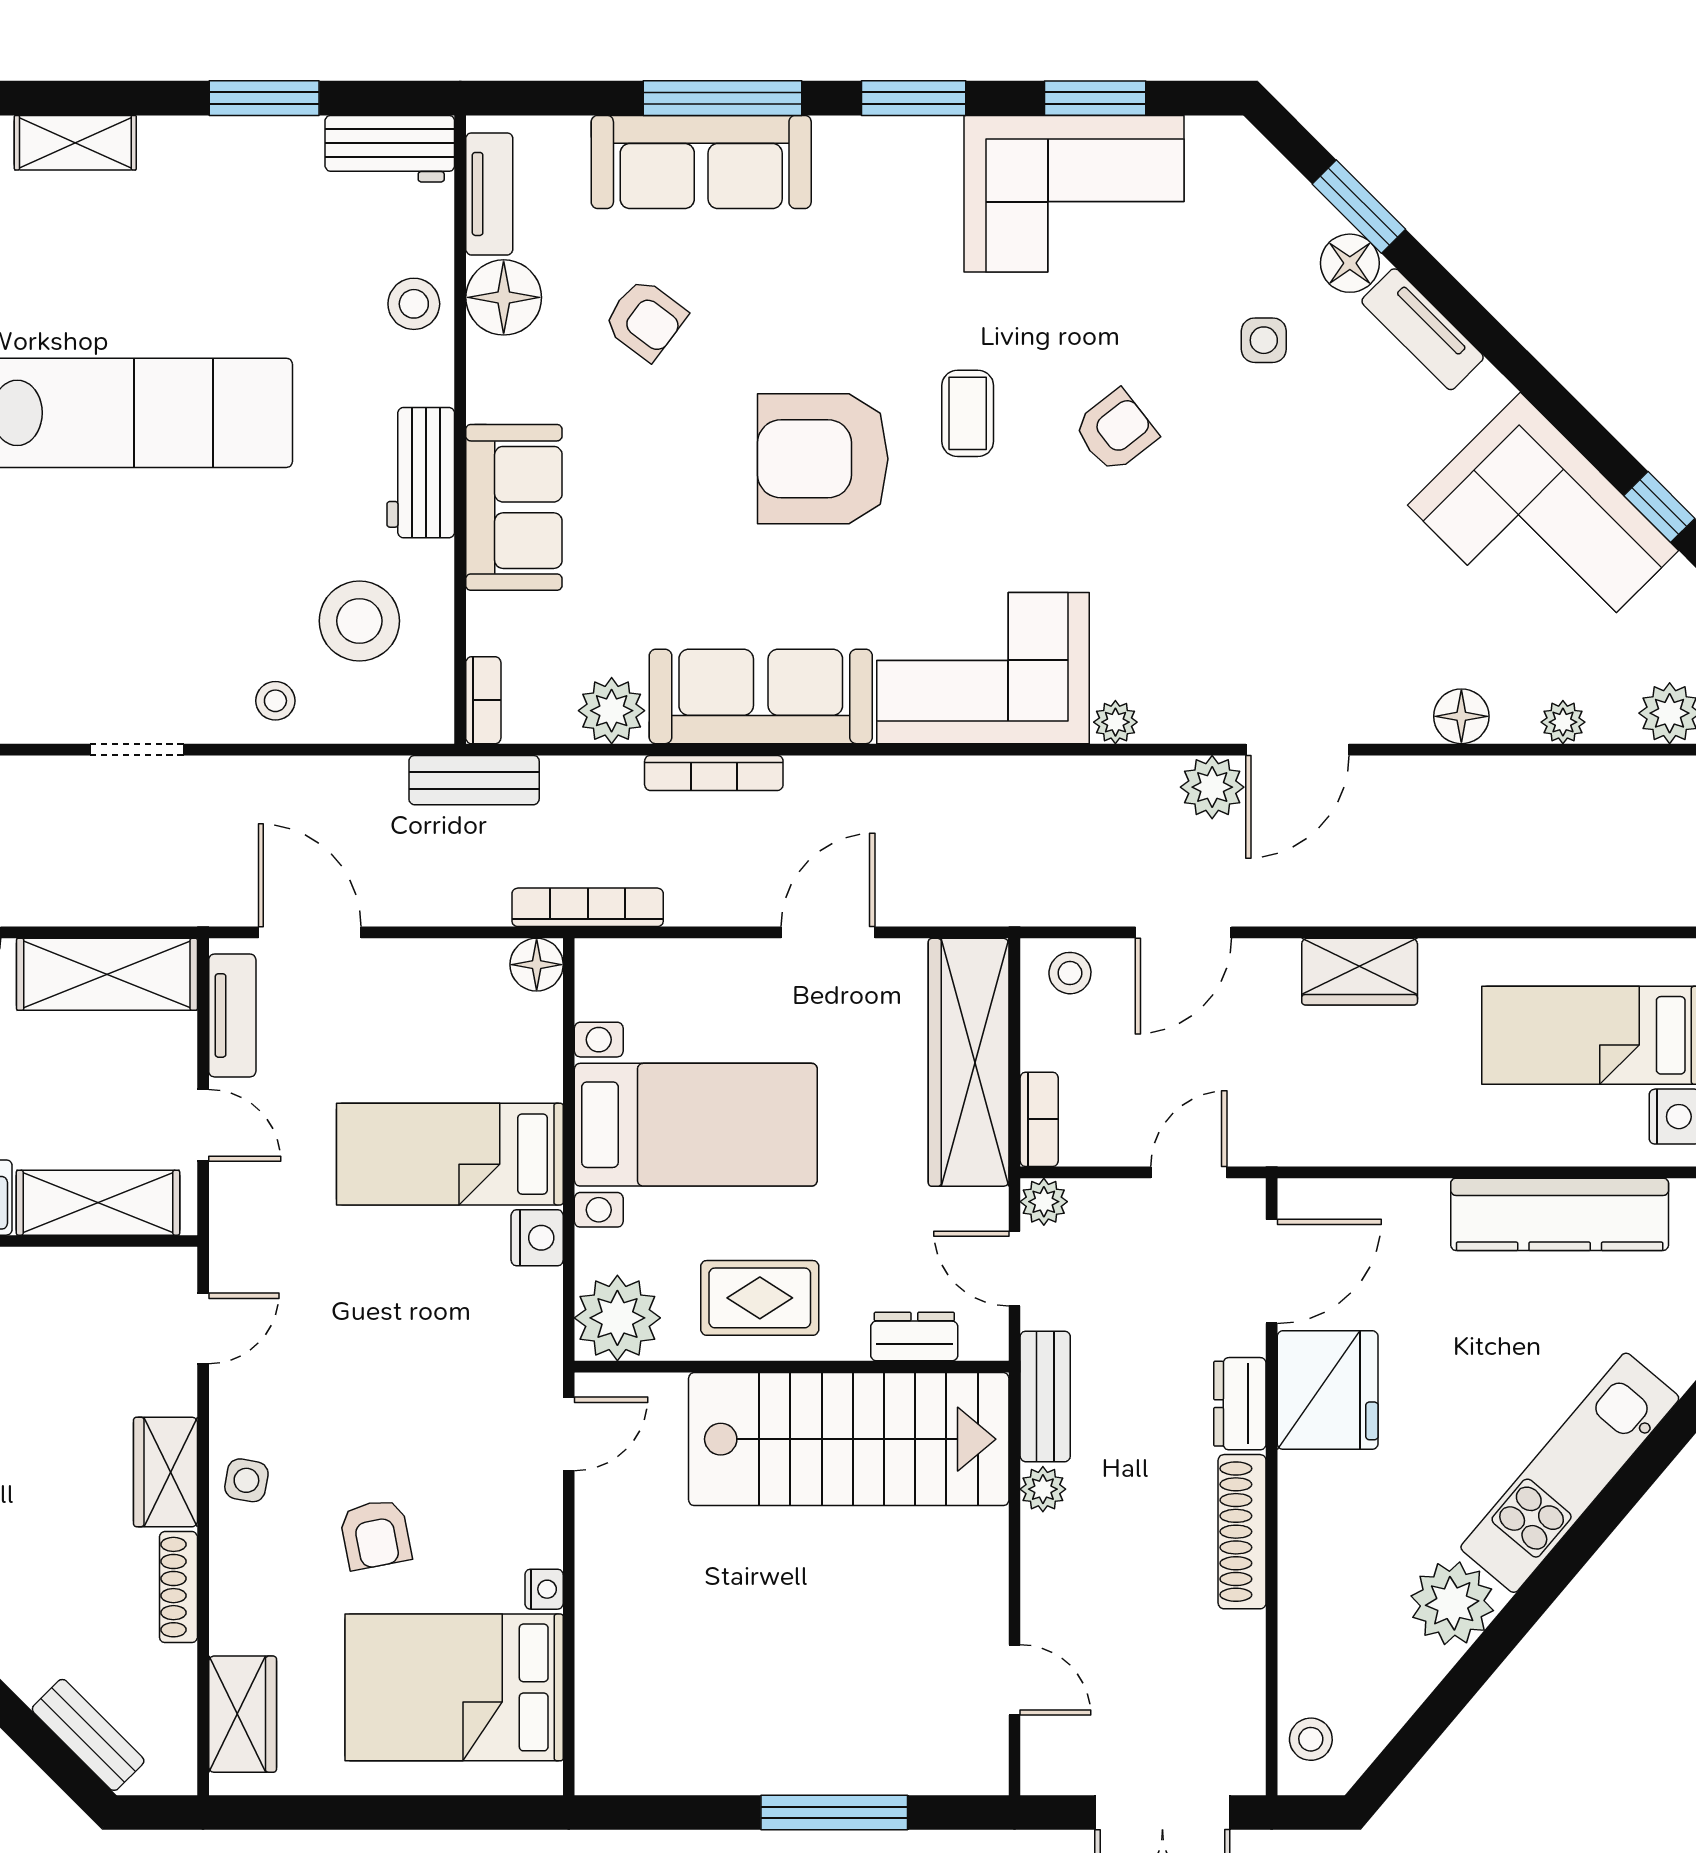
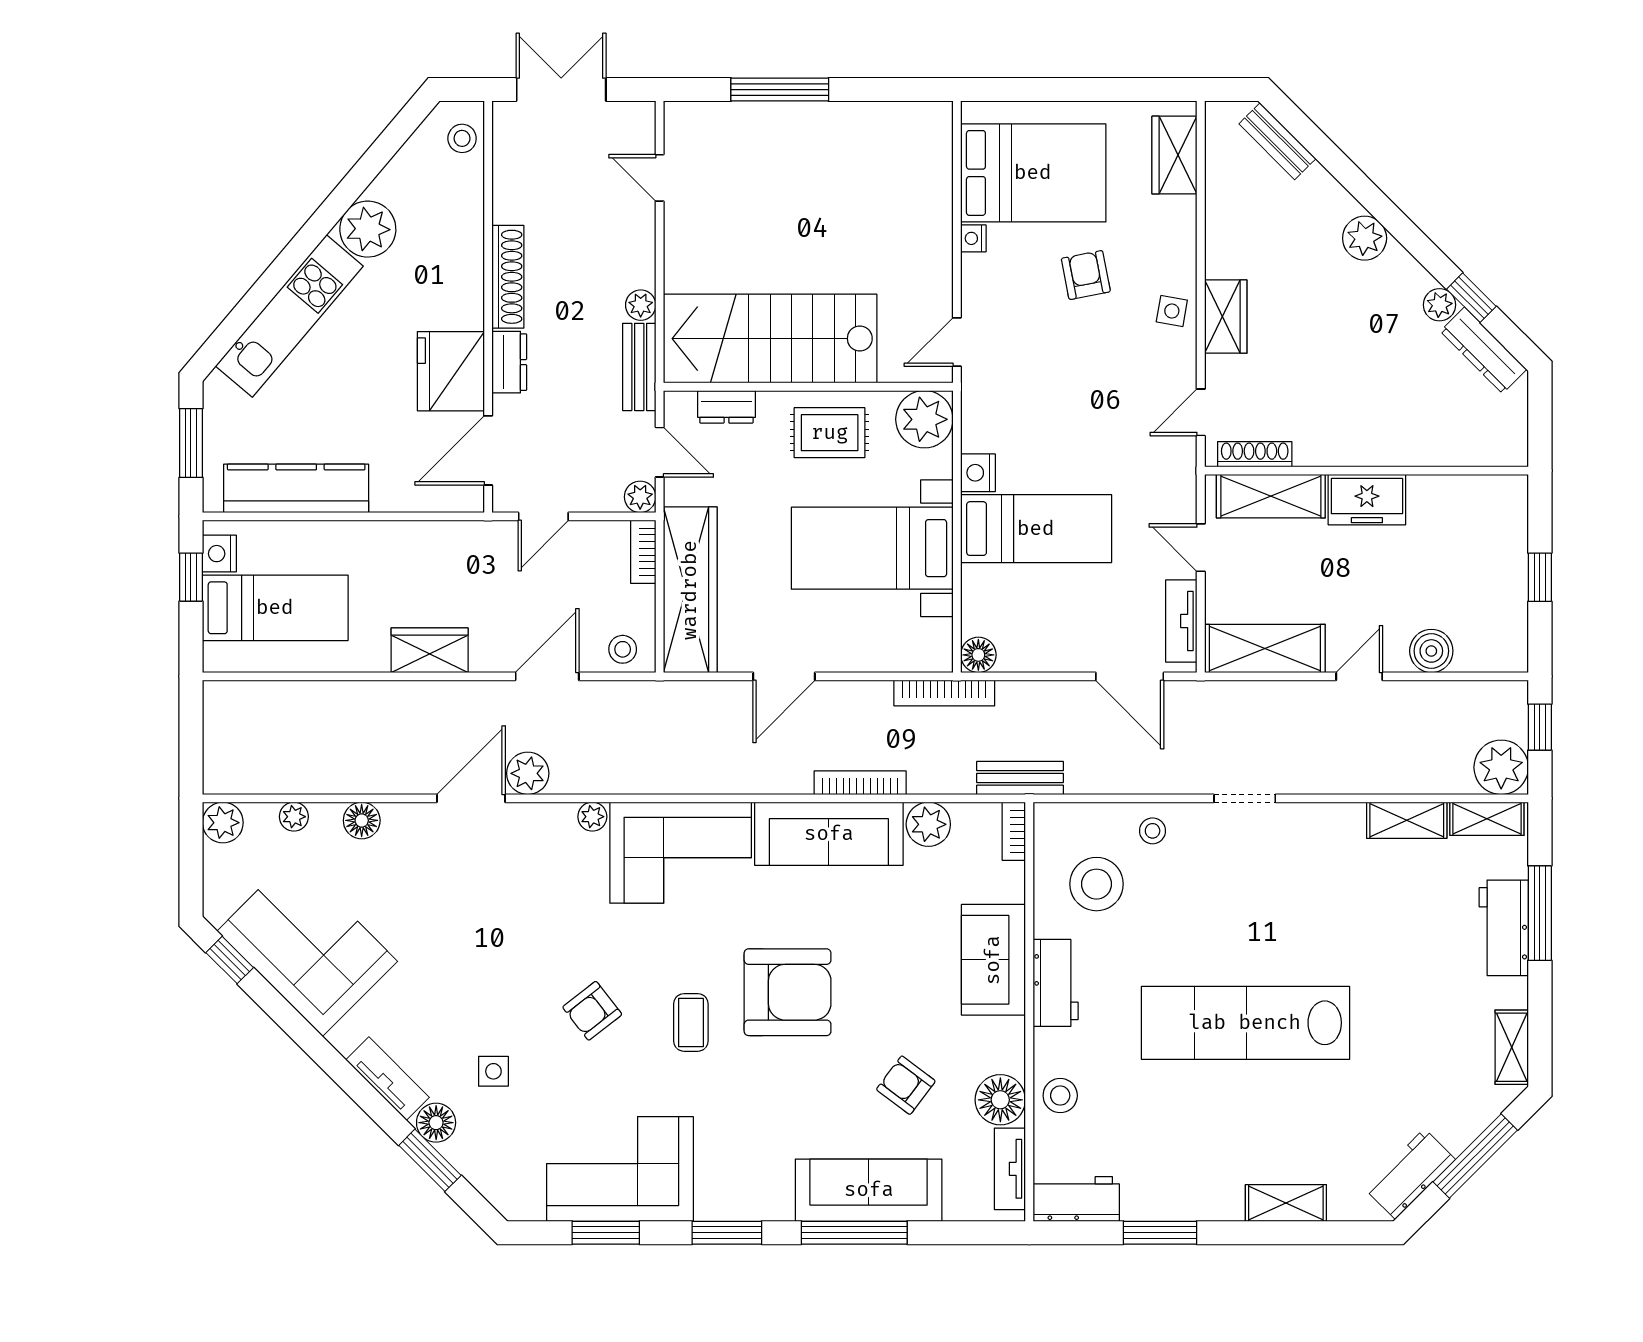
shoe rack: (178, 1587) -> (1255, 454), moved, turned -90

